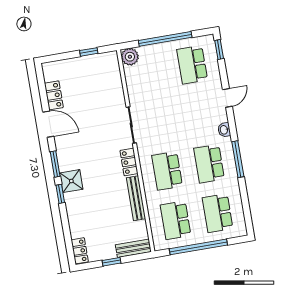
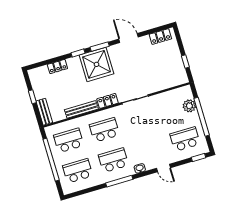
plant: (130, 57) -> (189, 106), moved
locker: (54, 95) -> (160, 37), moved
door: (48, 124) -> (129, 38), swing flipped
shower: (71, 181) -> (97, 64), width x1.86, depth x1.86
locker: (80, 251) -> (57, 67), moved

